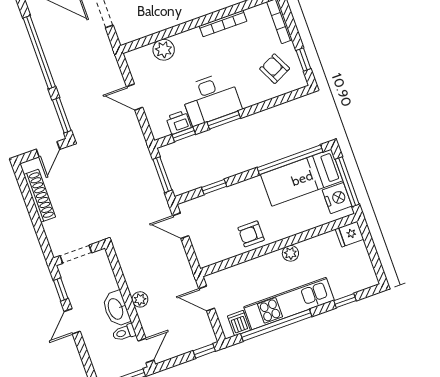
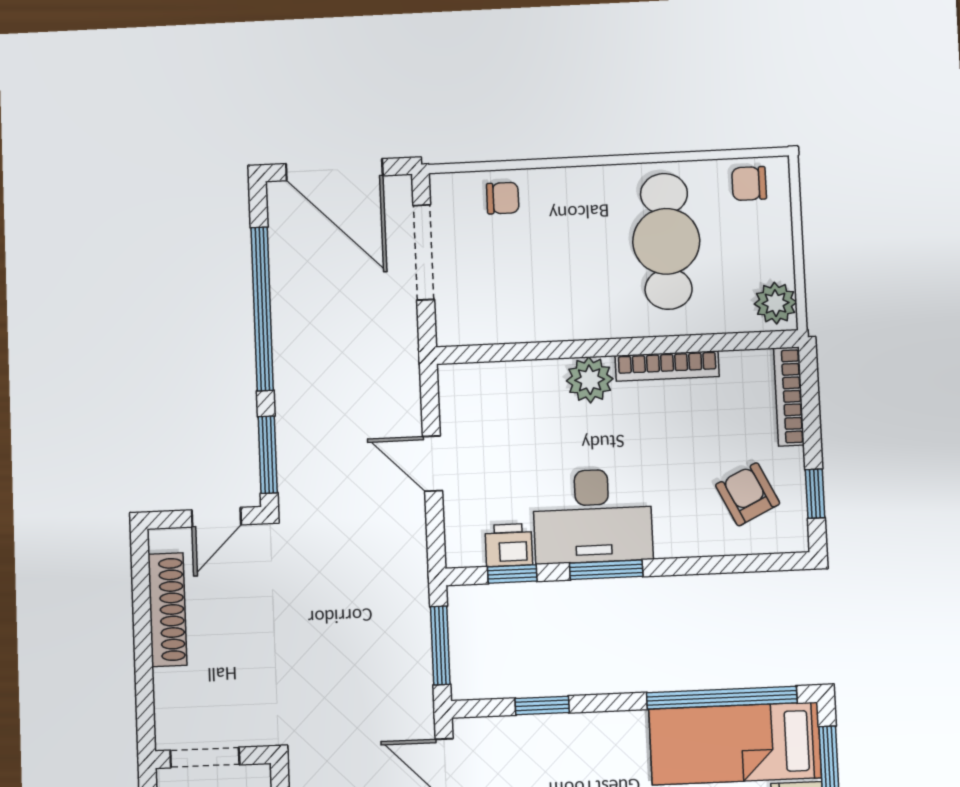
plant: (164, 50) -> (590, 380), moved

